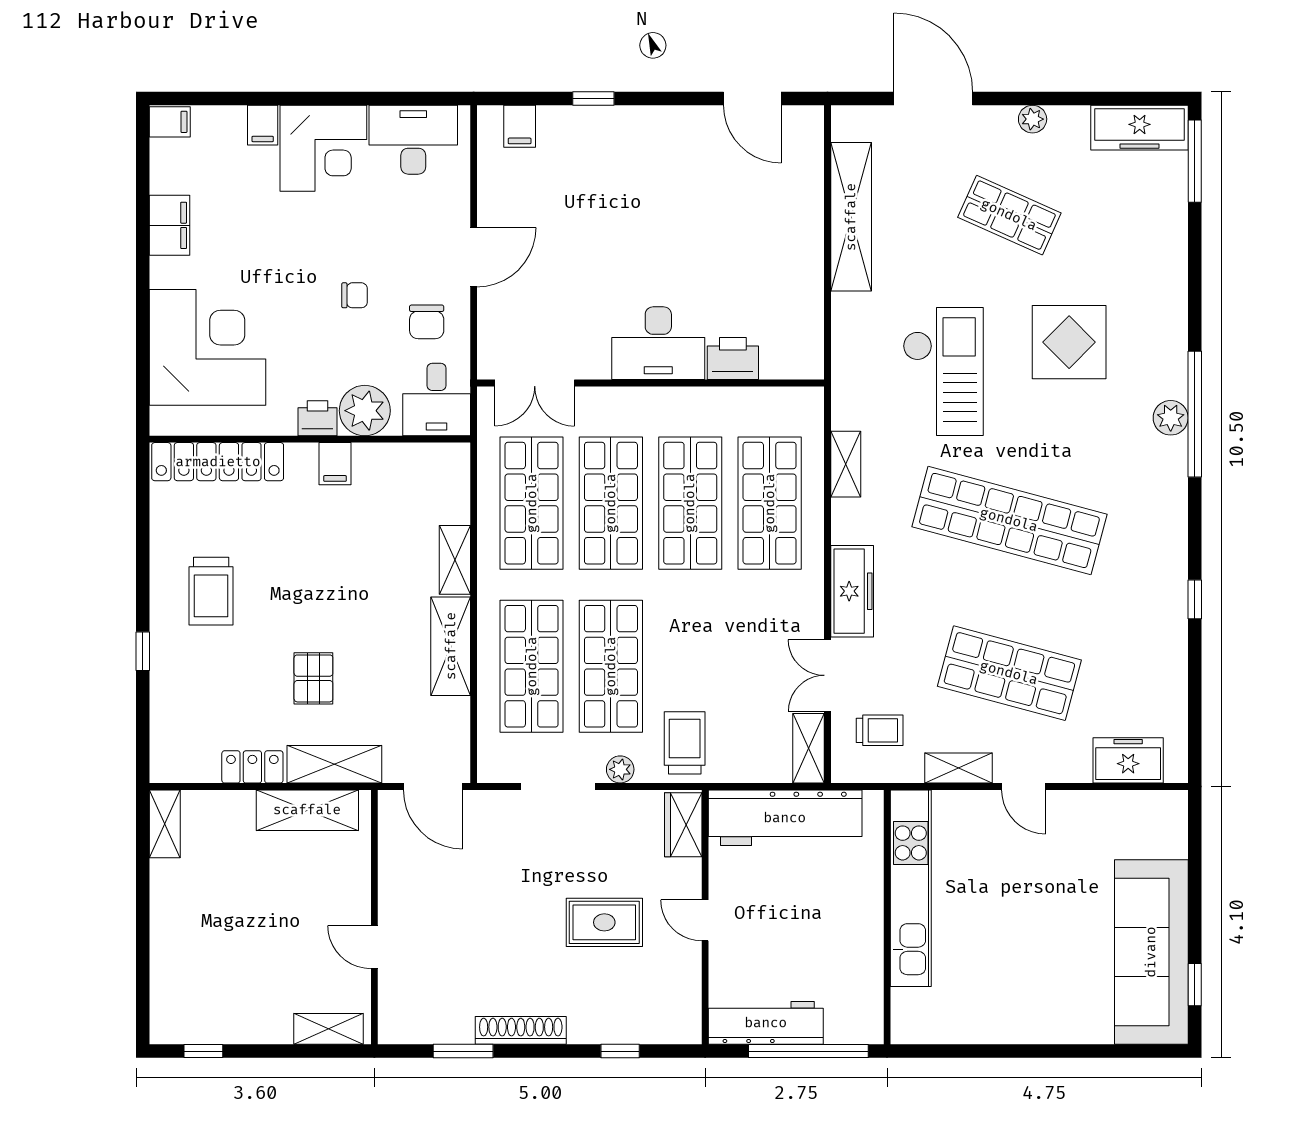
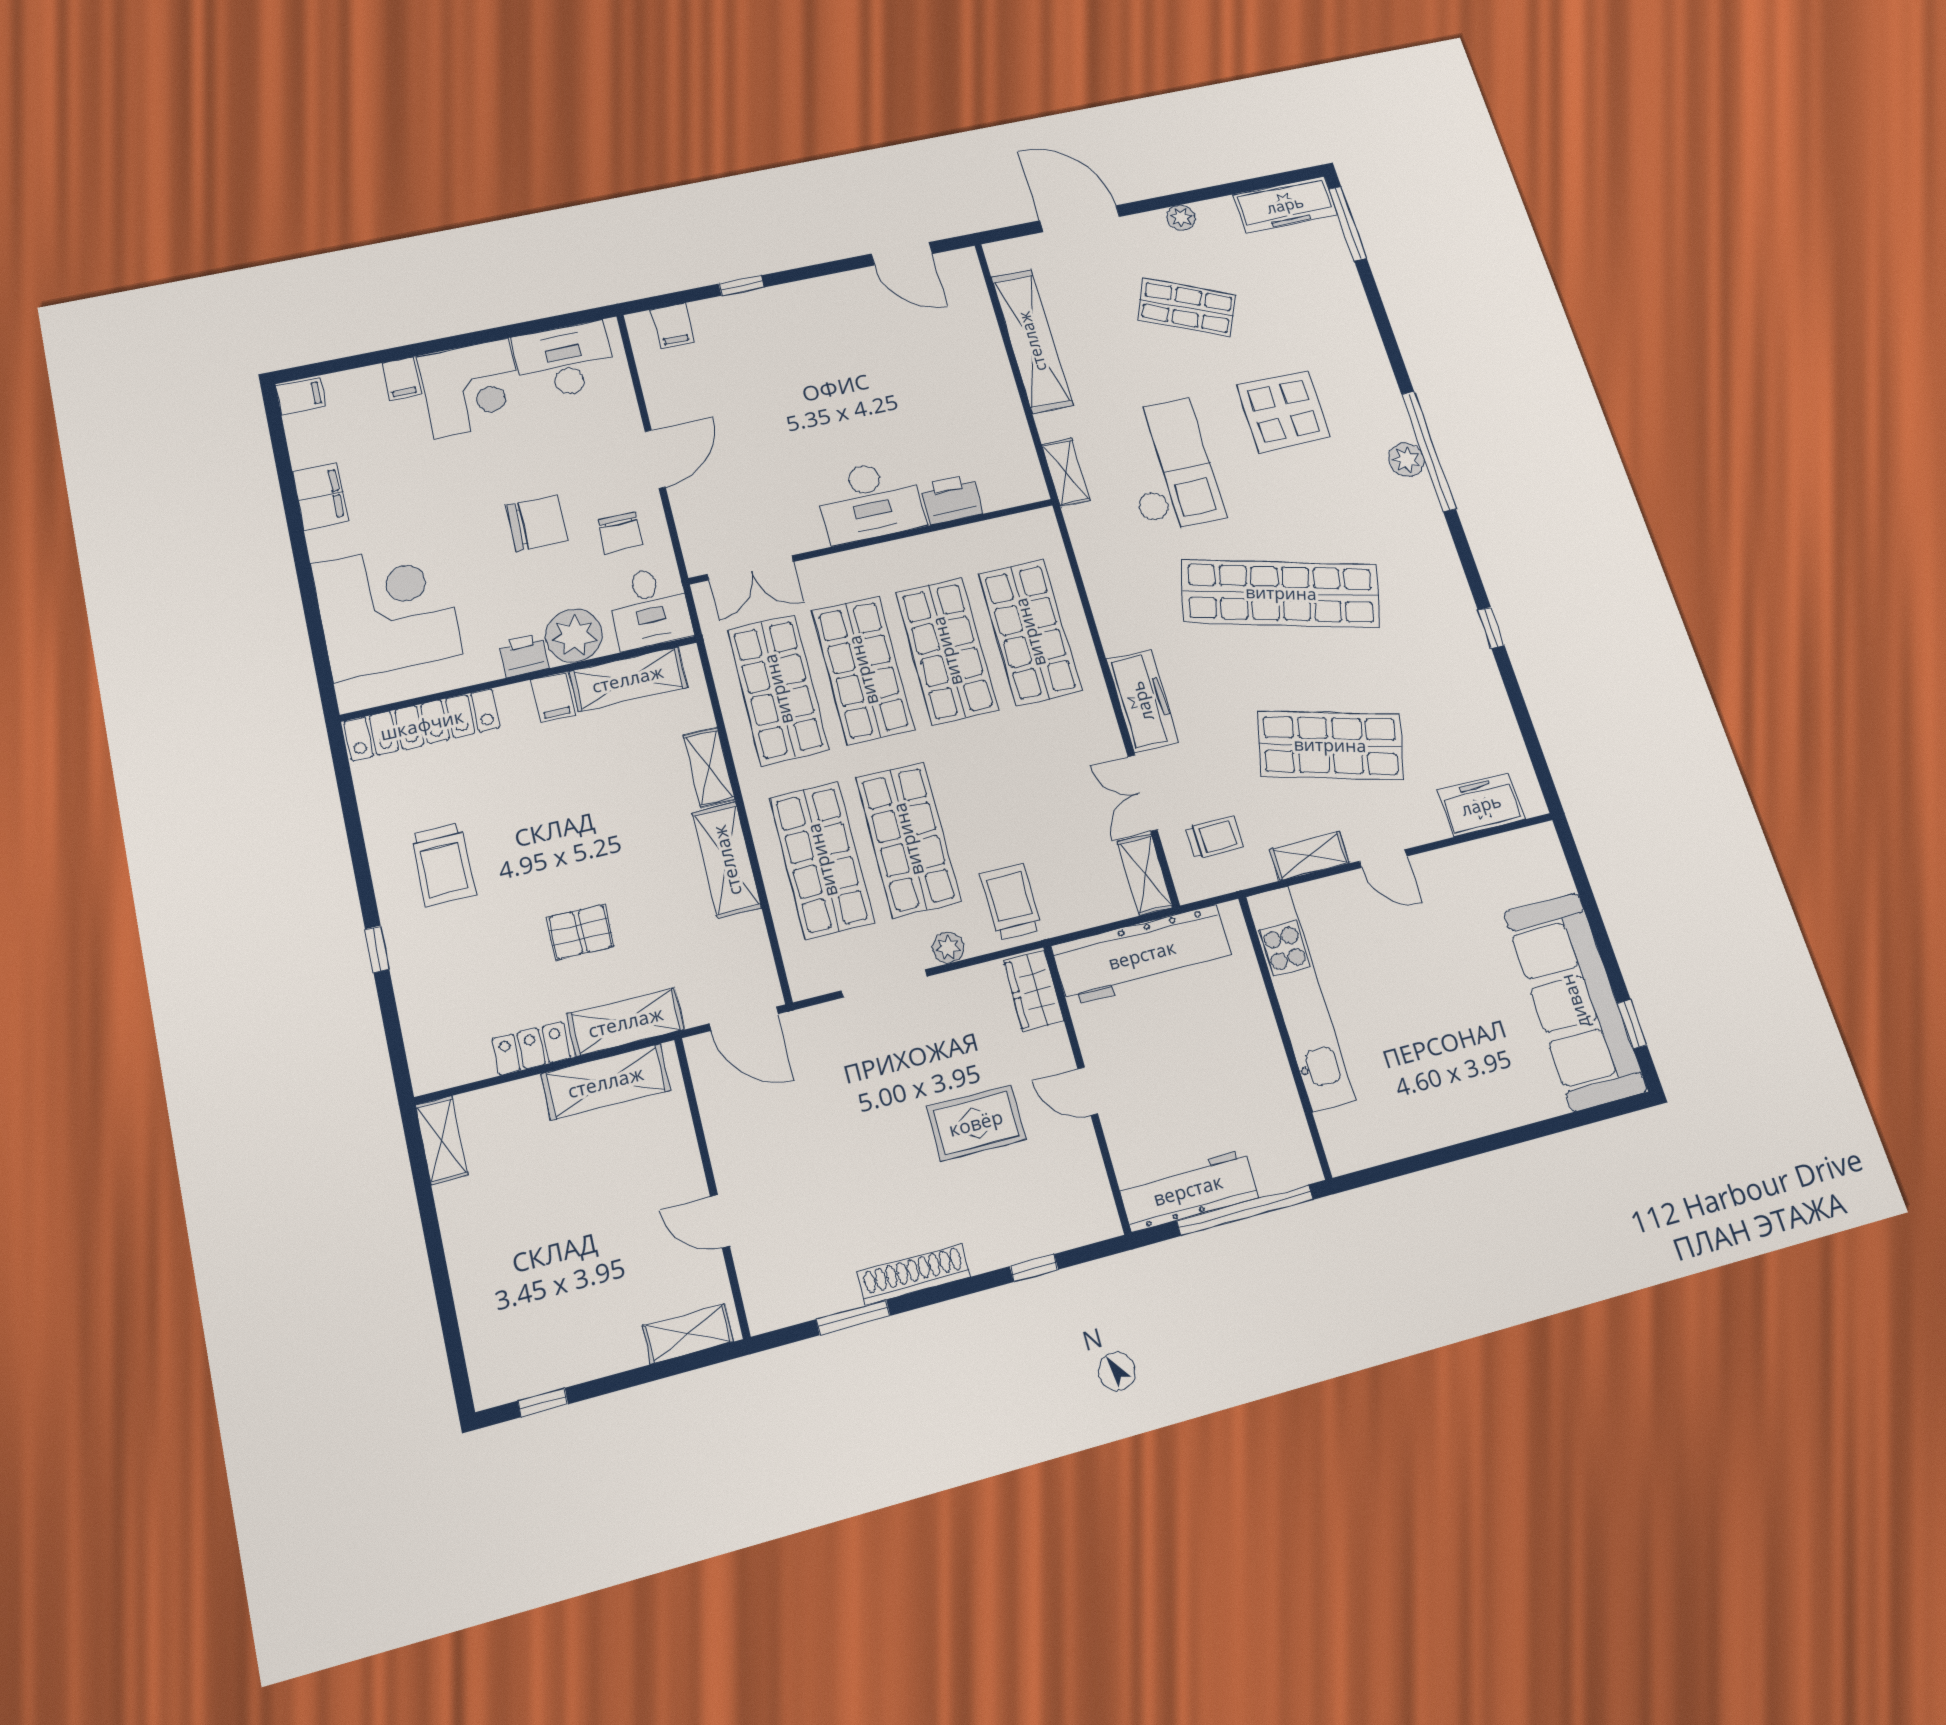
chair: (355, 295) -> (537, 523), width x1.87, depth x1.87
shelving: (403, 462) -> (628, 679), added
shelving: (846, 464) -> (1066, 472), moved
pallet: (313, 678) -> (580, 932), turned 90

